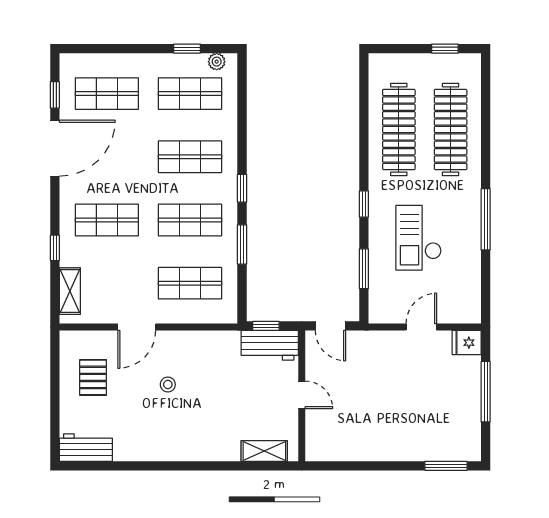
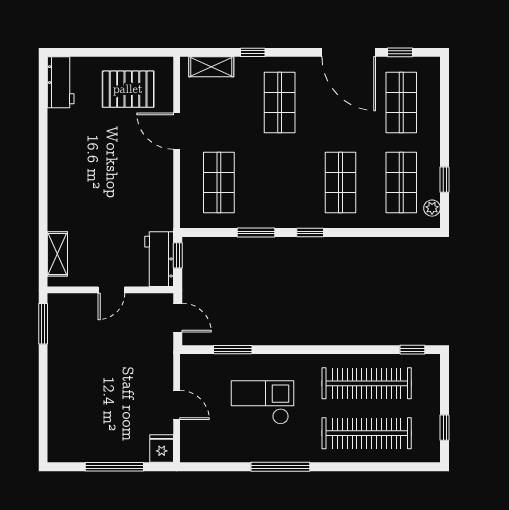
window: (364, 204) -> (412, 350), moved
shop shelf: (190, 220) -> (280, 182), removed
door: (330, 326) -> (178, 318), swing flipped
pallet: (93, 377) -> (128, 89), width x1.50, depth x1.42
stool: (168, 385) -> (121, 161), removed
window: (446, 466) -> (43, 324), moved

